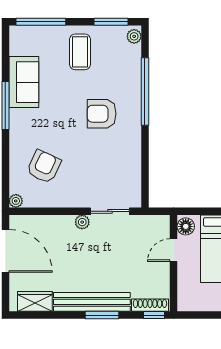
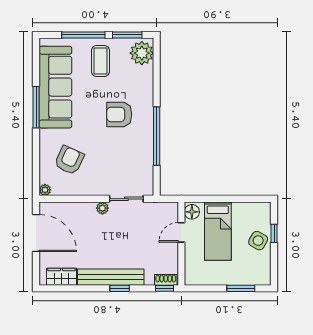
window: (41, 22) -> (83, 35), moved
plant: (134, 36) -> (142, 53), width x1.87, depth x1.87
sofa: (24, 82) -> (55, 87), width x1.85, depth x1.27
window: (145, 91) -> (157, 136), moved
shoe rack: (150, 305) -> (166, 280), width x0.70
window: (102, 315) -> (120, 288), width x0.67

